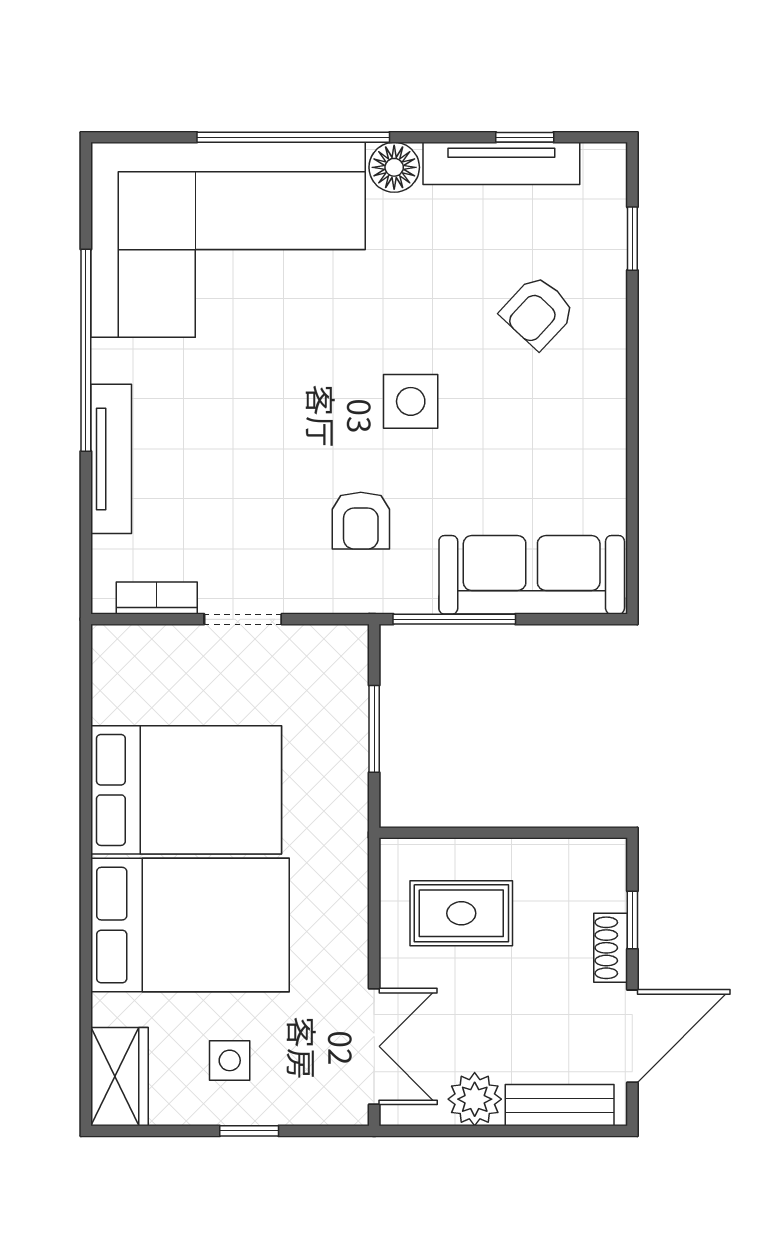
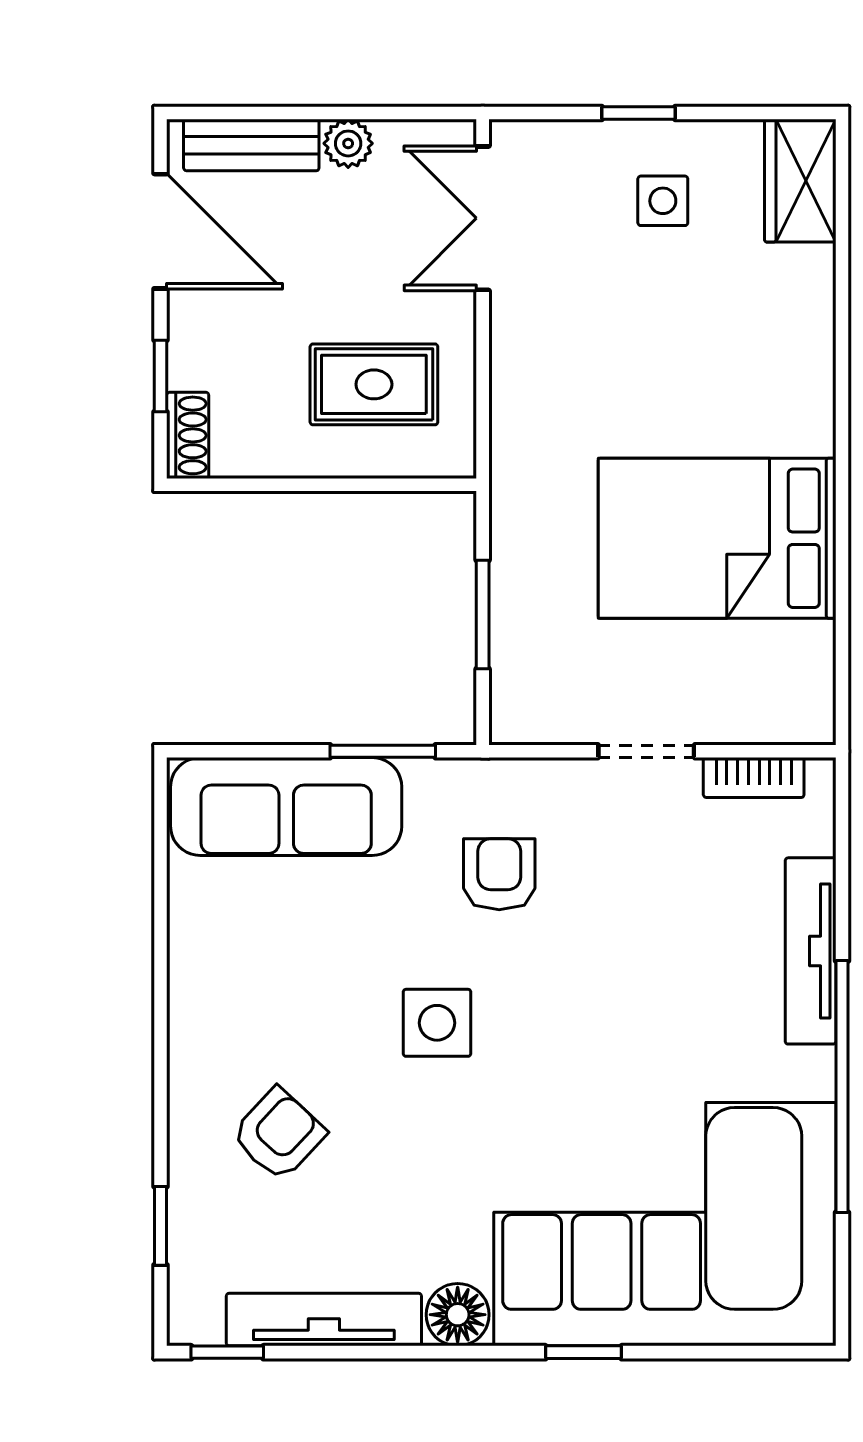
window: (293, 137) -> (584, 1352), width x0.32
window: (525, 137) -> (227, 1352), moved
window: (454, 619) -> (383, 751), width x0.69
bed: (190, 925) -> (712, 370), removed
shoe rack: (611, 948) -> (188, 435), moved
door: (632, 1036) -> (160, 231), swing flipped
plant: (475, 1099) -> (348, 143), width x0.73, depth x0.73

